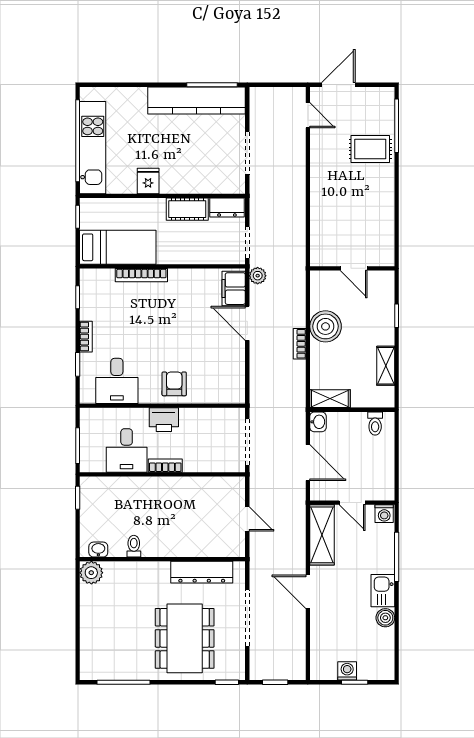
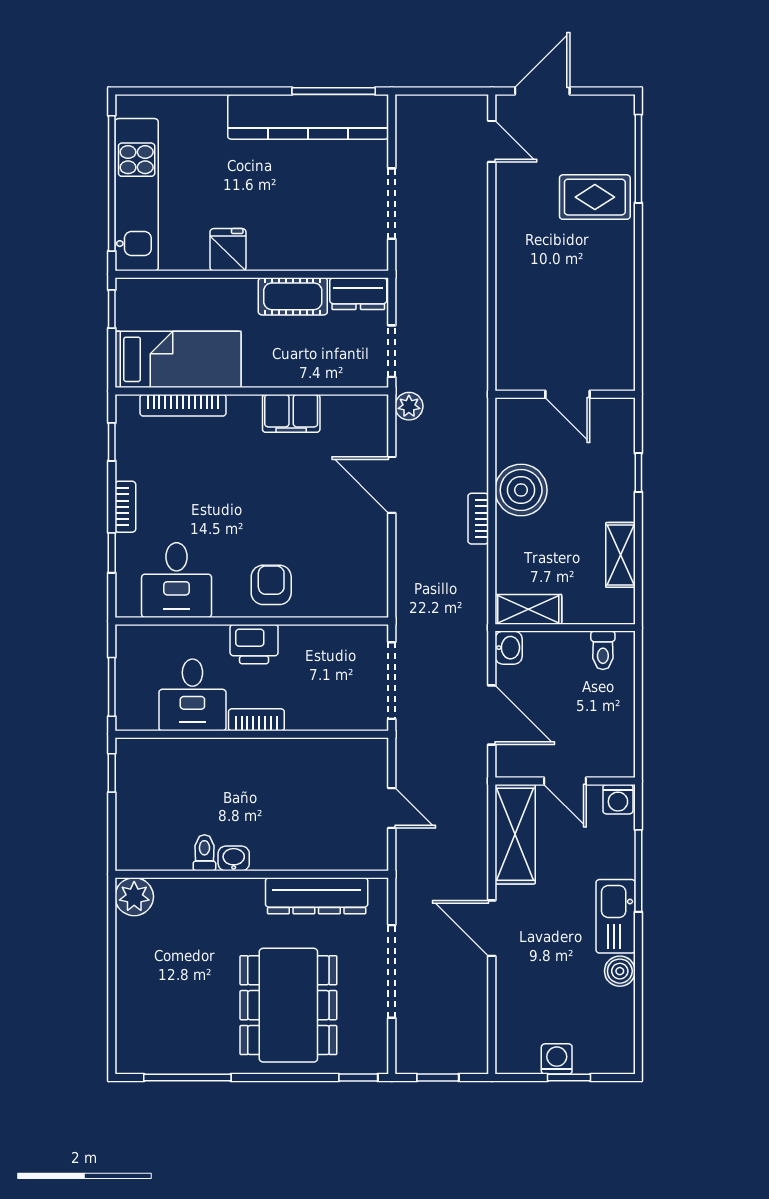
bookcase: (141, 275) -> (183, 405), moved
filing cabinet: (234, 289) -> (291, 413), moved, turned -90
washbasin: (98, 550) -> (234, 858), moved
kitchen sink: (383, 591) -> (616, 916), width x1.38

